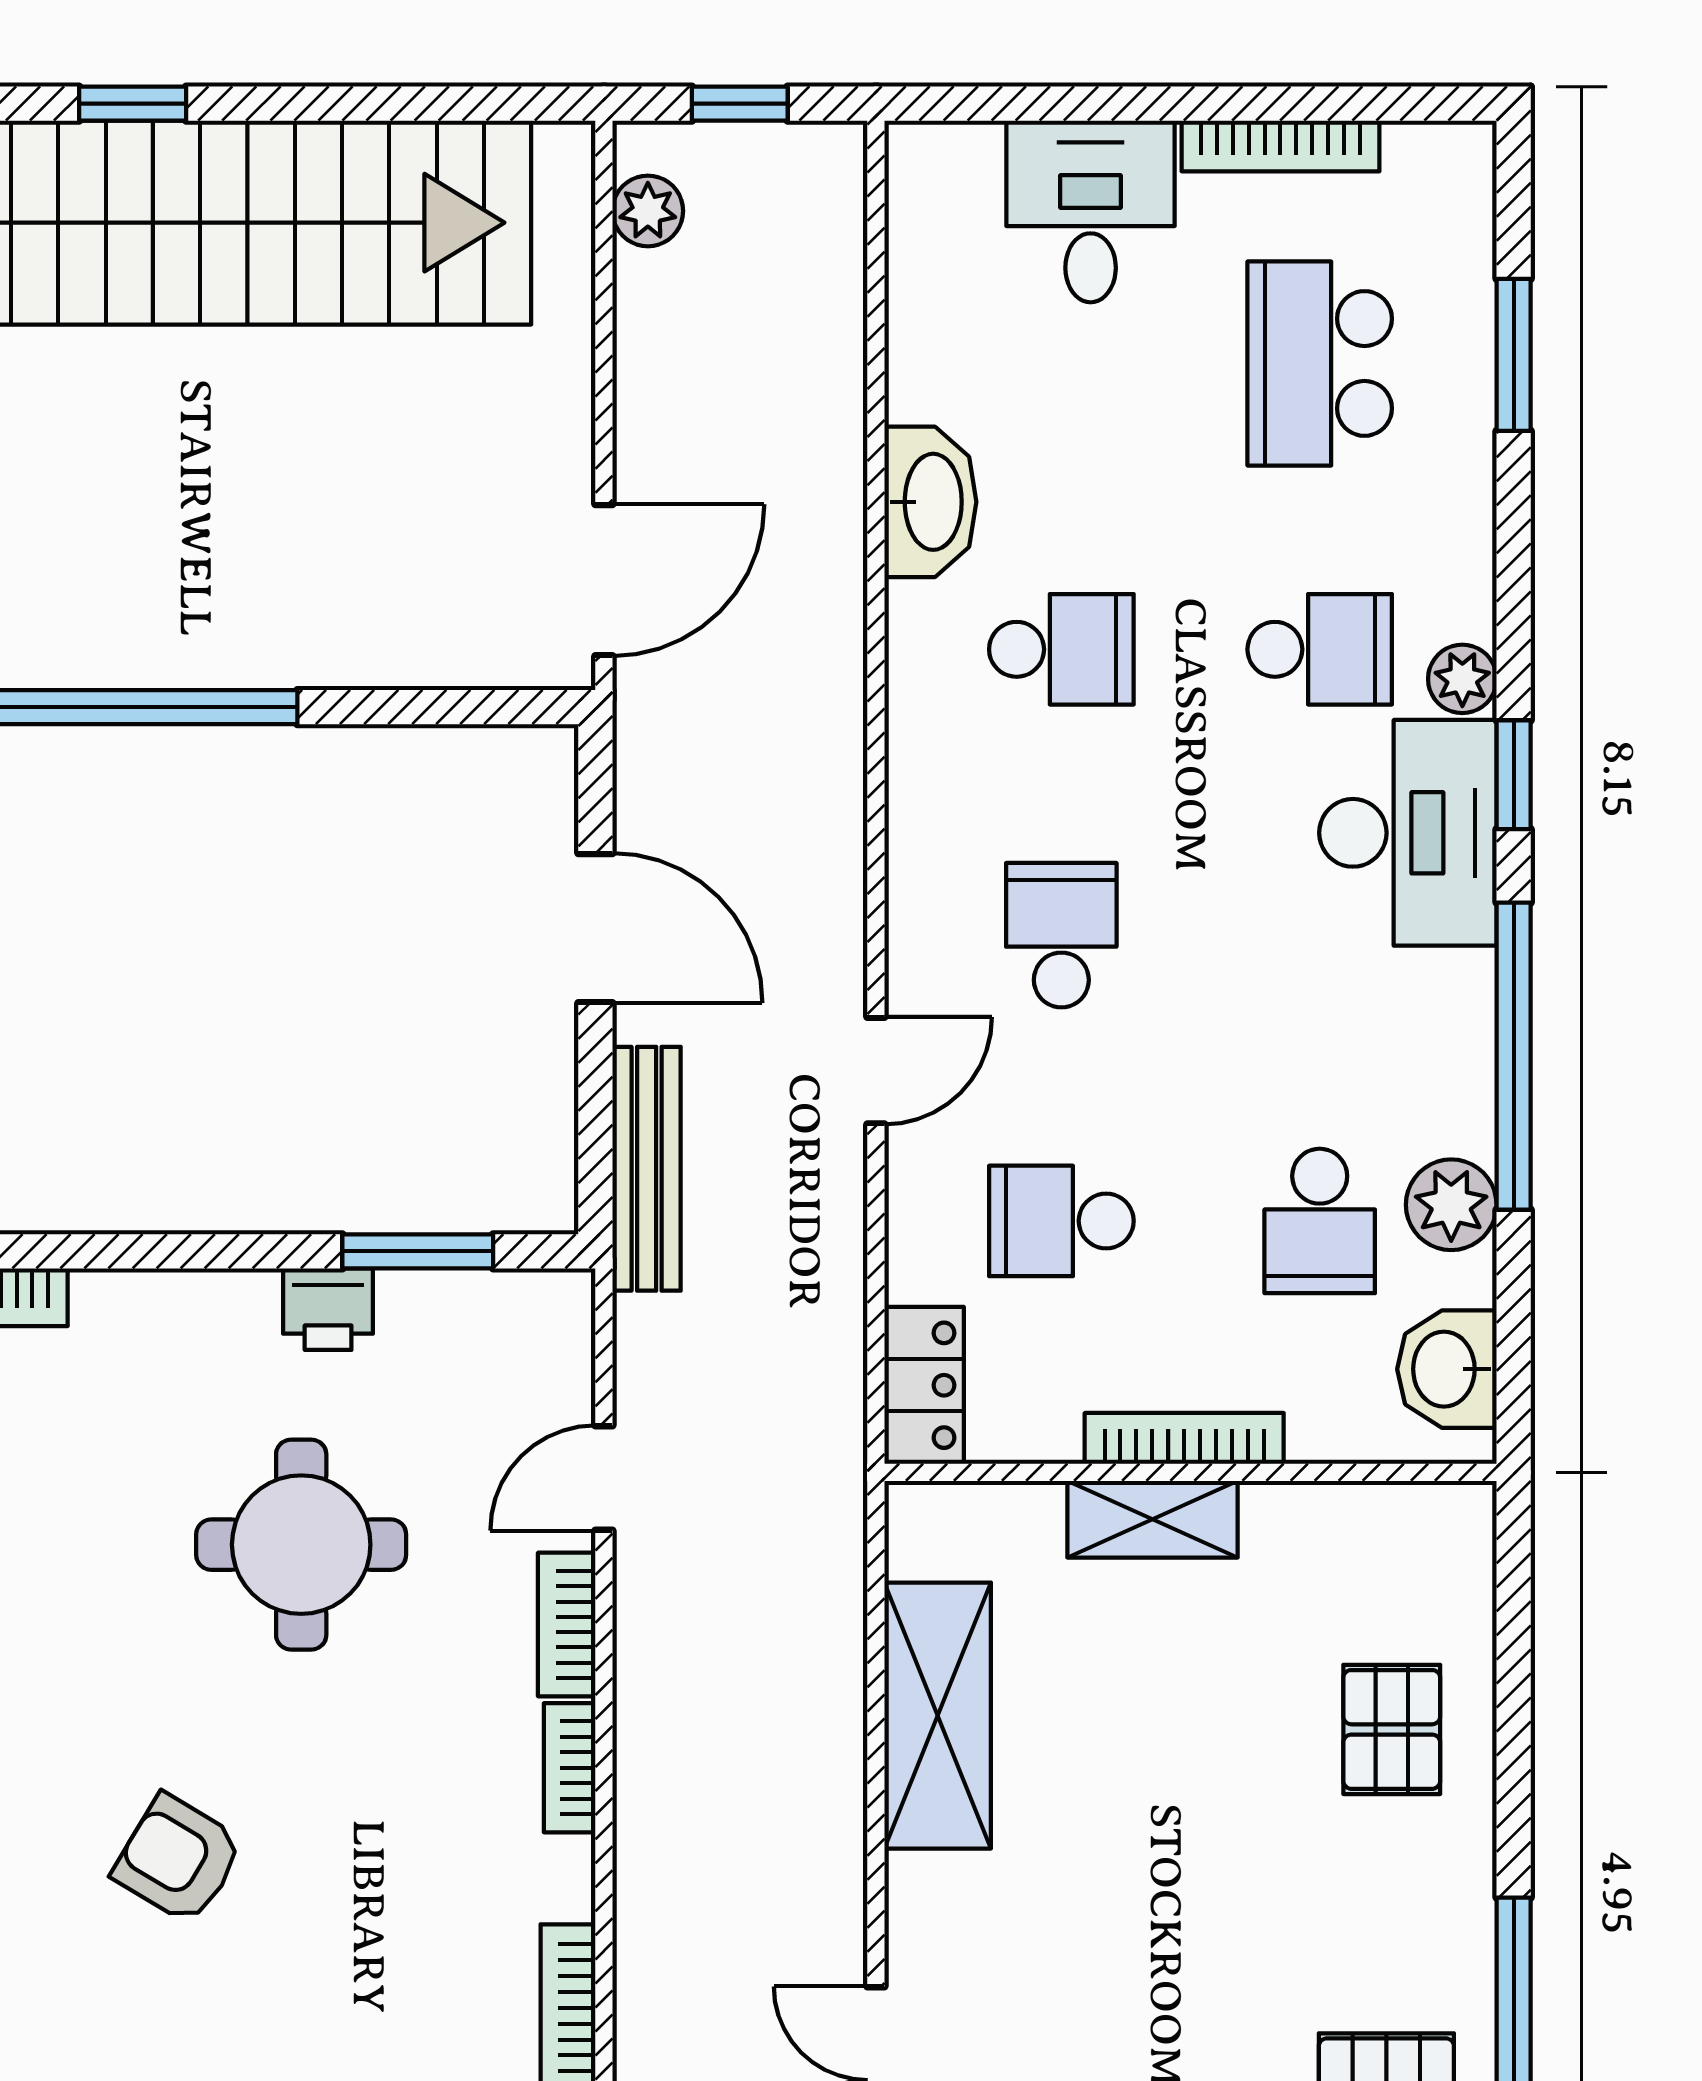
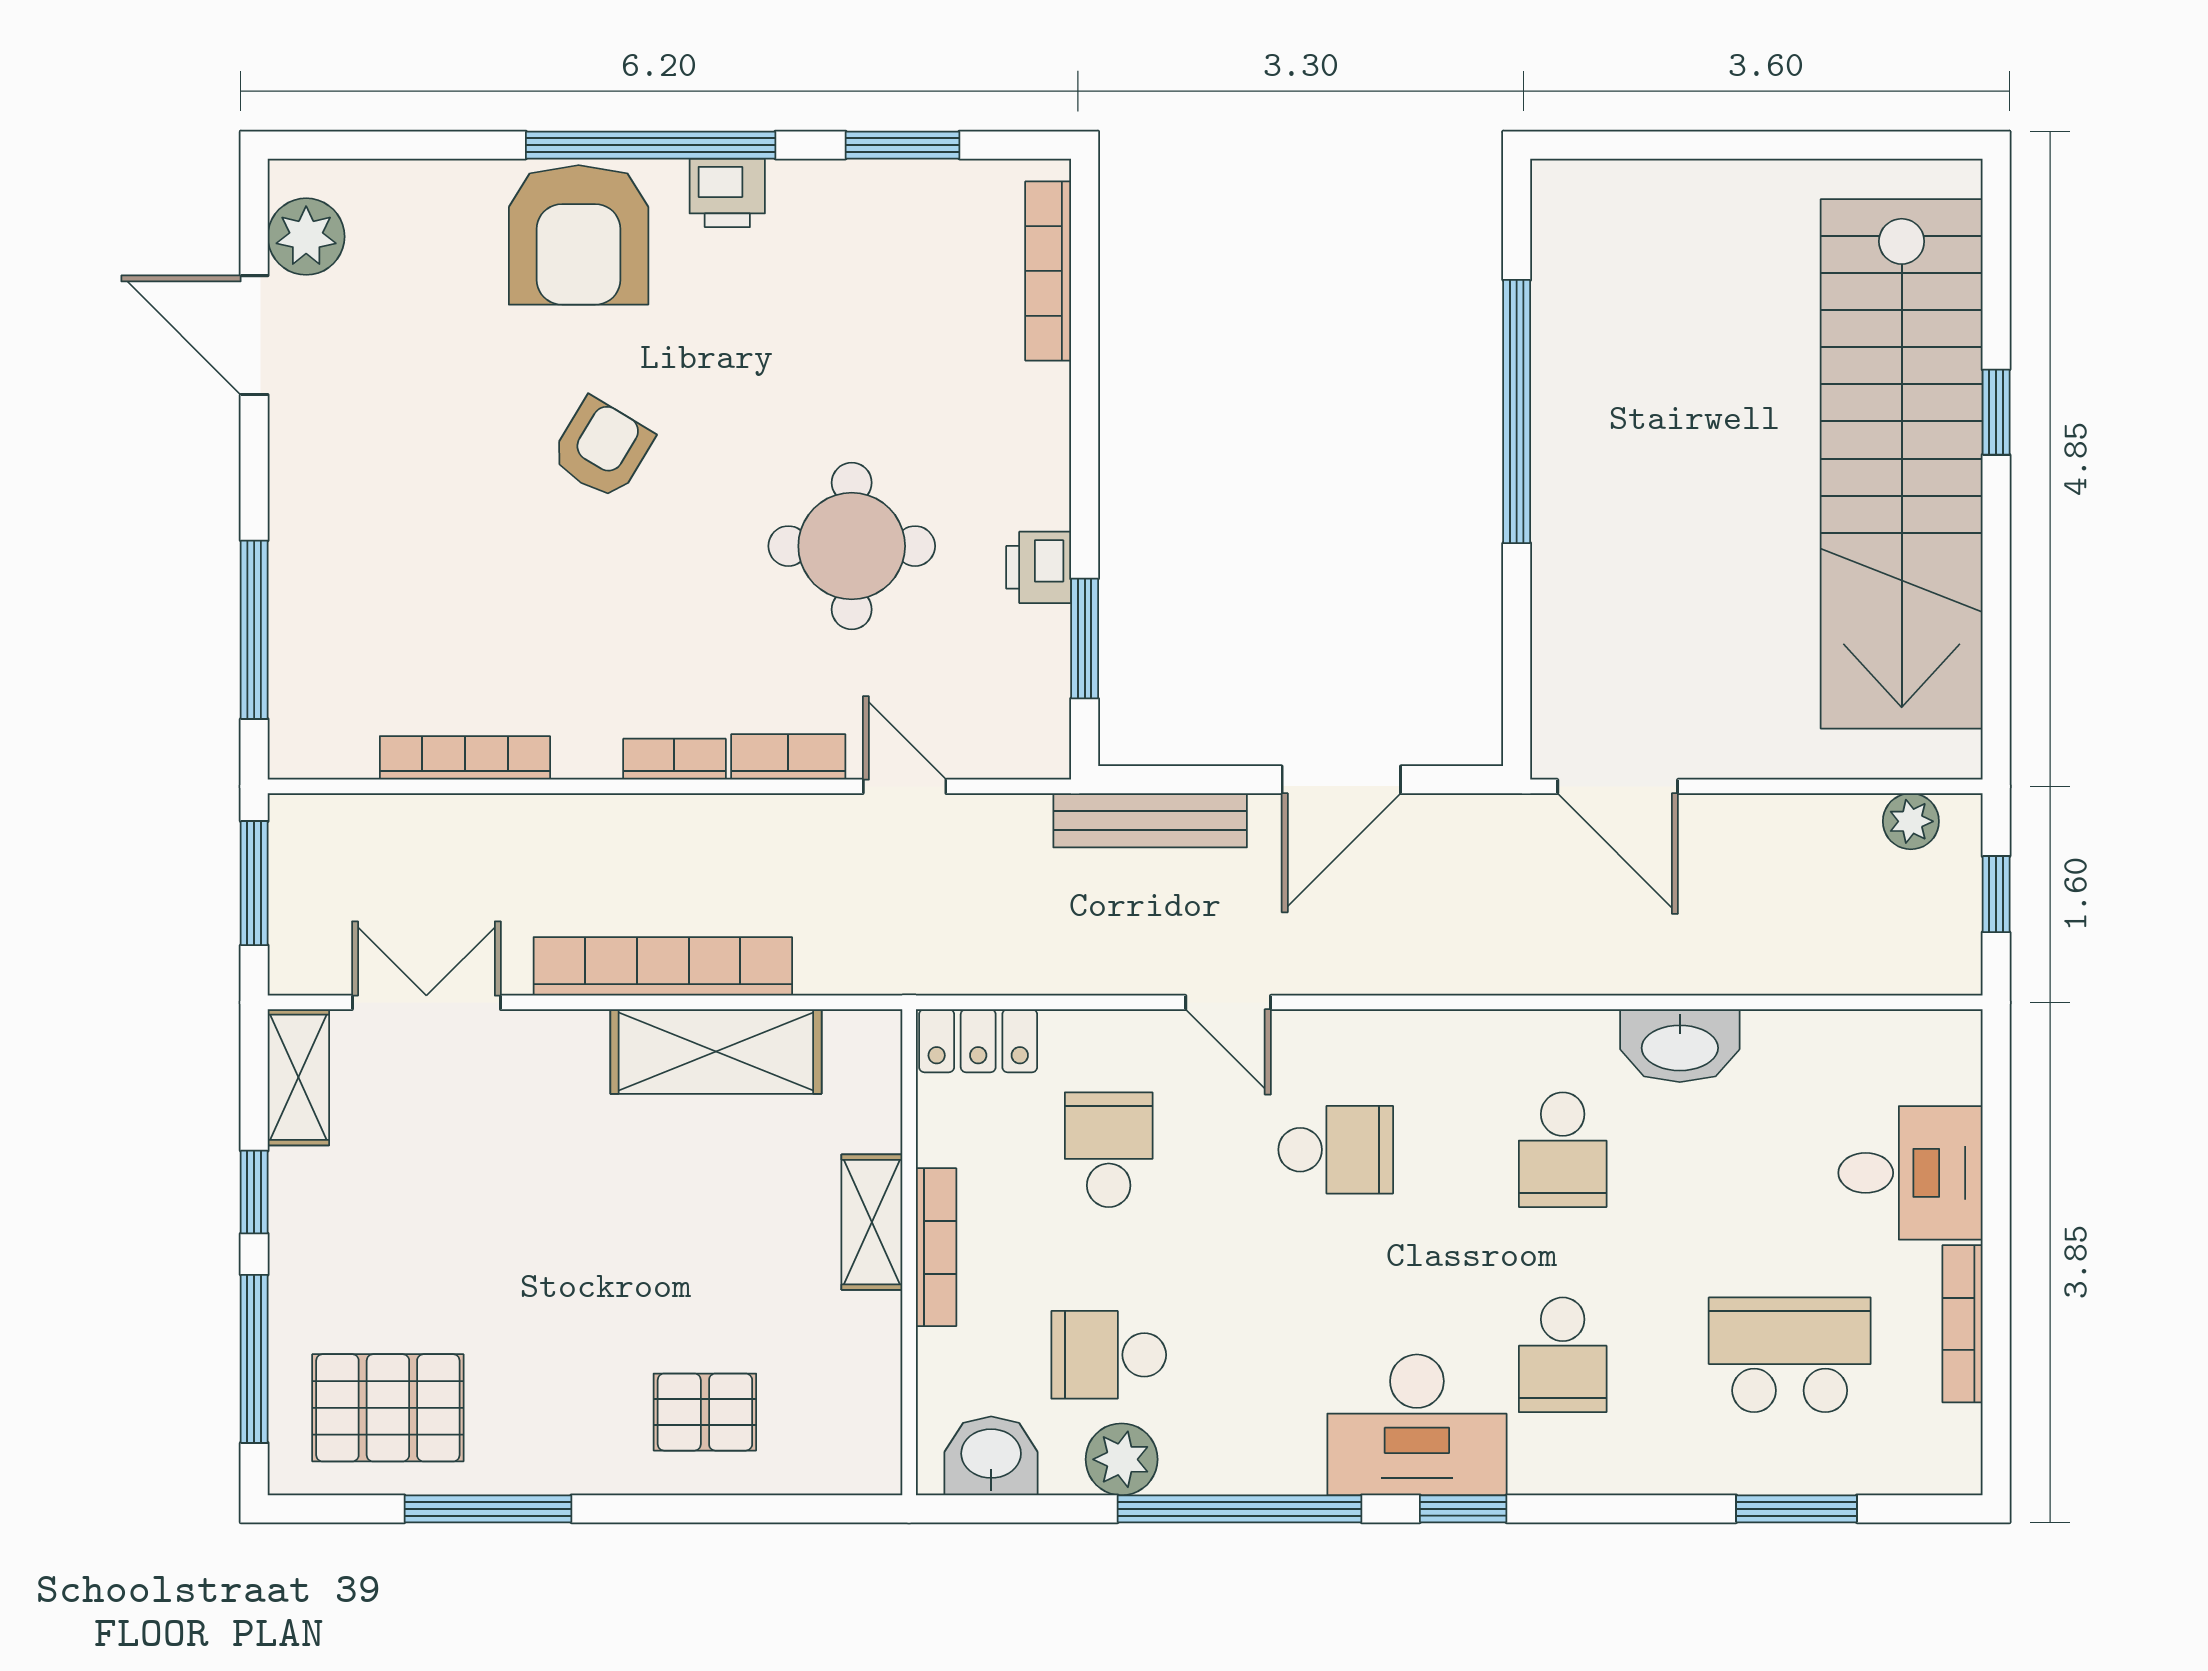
plant: (1462, 679) -> (1539, 1468), removed
bookcase: (831, 1782) -> (663, 966), added

